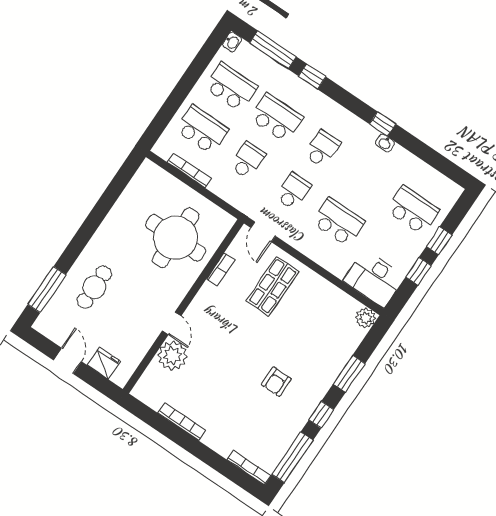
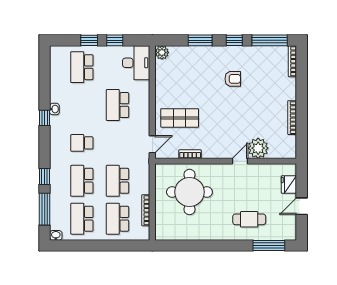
school desk: (248, 160) -> (117, 181), width x1.85
school desk: (293, 191) -> (117, 143), removed

